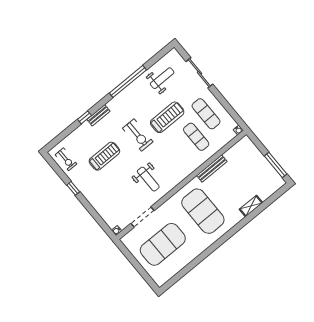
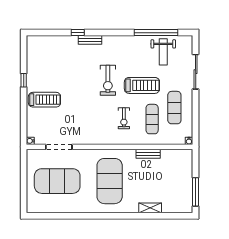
weight bench: (162, 78) -> (163, 52), turned 90
window: (128, 81) -> (156, 33), moved
treadmill: (104, 156) -> (44, 100), moved
exercise bike: (66, 159) -> (124, 118), moved
bench: (212, 169) -> (148, 154), width x0.73
weight bench: (148, 179) -> (88, 121), removed

